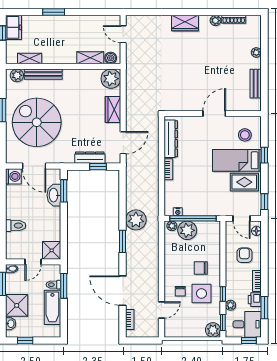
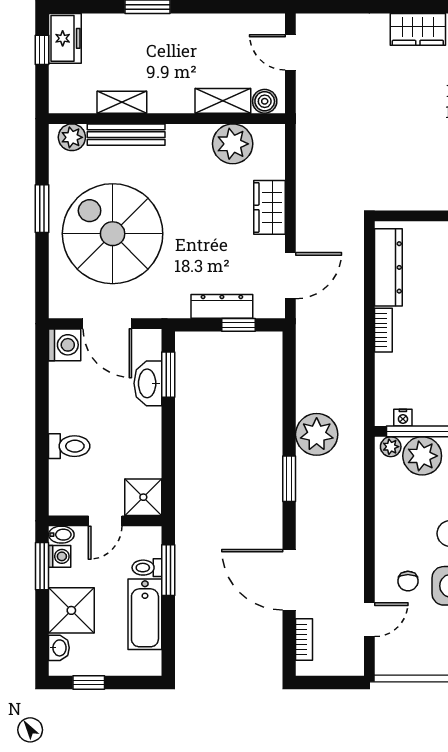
shelving: (30, 58) -> (122, 102), moved
plant: (111, 79) -> (233, 144), moved
washing machine: (11, 279) -> (60, 556), added

